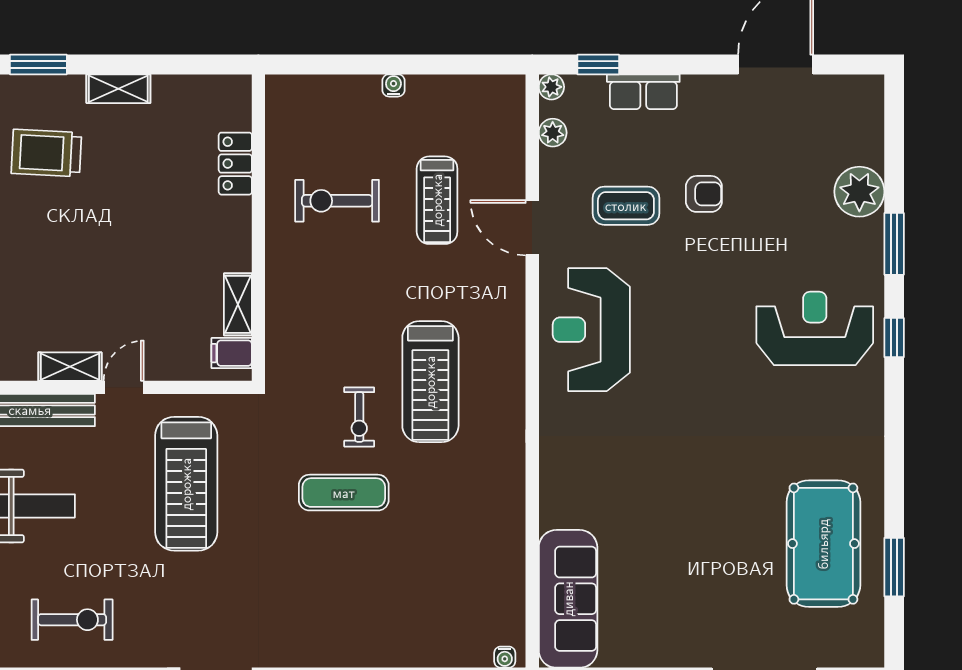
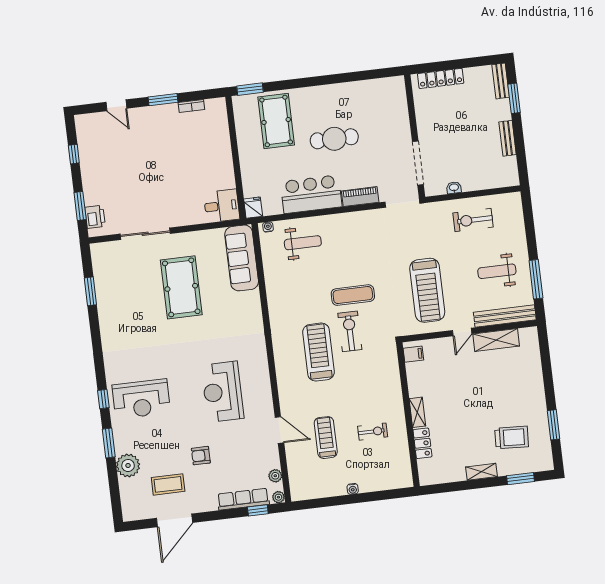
row of seats: (643, 92) -> (243, 499), width x1.48
exercise bike: (337, 201) -> (373, 432), width x0.73, depth x0.72
coffee table: (626, 206) -> (168, 484), moved
shelving: (238, 304) -> (417, 412), moved
reception desk: (591, 330) -> (223, 392), moved, turned 180
shelving: (70, 367) -> (496, 340), width x1.50, depth x1.33
exercise bike: (359, 417) -> (350, 331), width x1.38, depth x1.39
treadmill: (186, 484) -> (427, 290), turned 180
pool table: (823, 544) -> (181, 287), moved
weight bench: (436, 615) -> (303, 243), added

